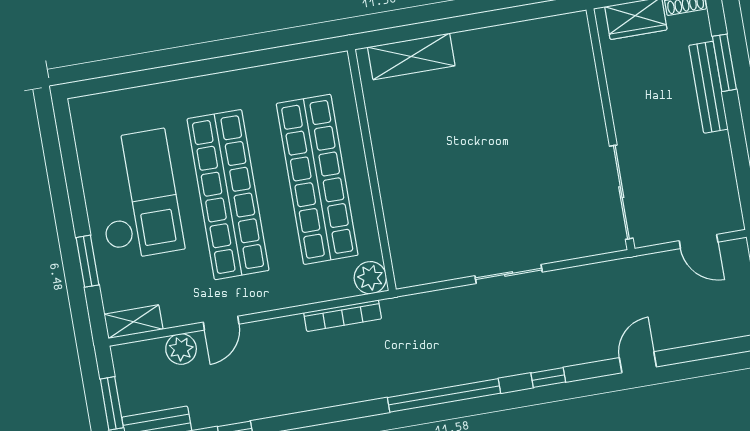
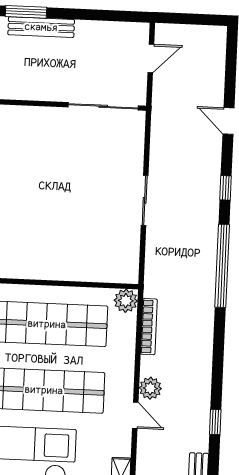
plant: (181, 349) -> (150, 388), moved

